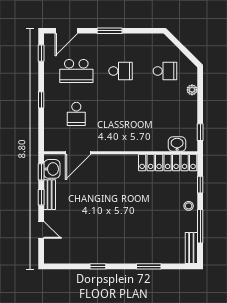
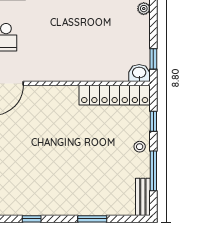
washbasin: (177, 144) -> (139, 73), moved

